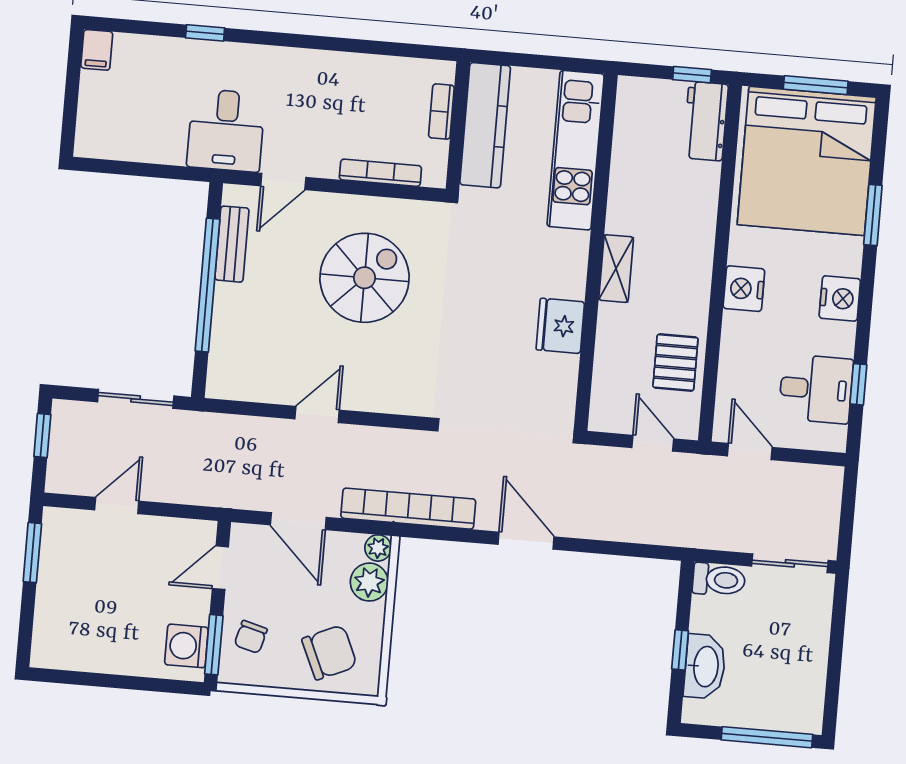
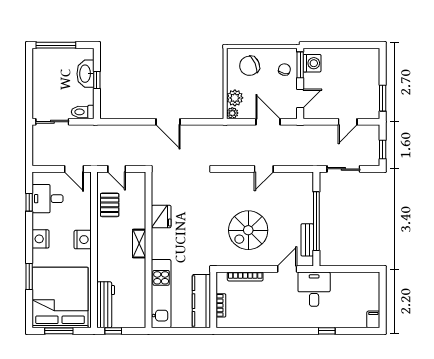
workbench: (705, 121) -> (106, 305), width x1.37
bookcase: (408, 509) -> (221, 131), removed

